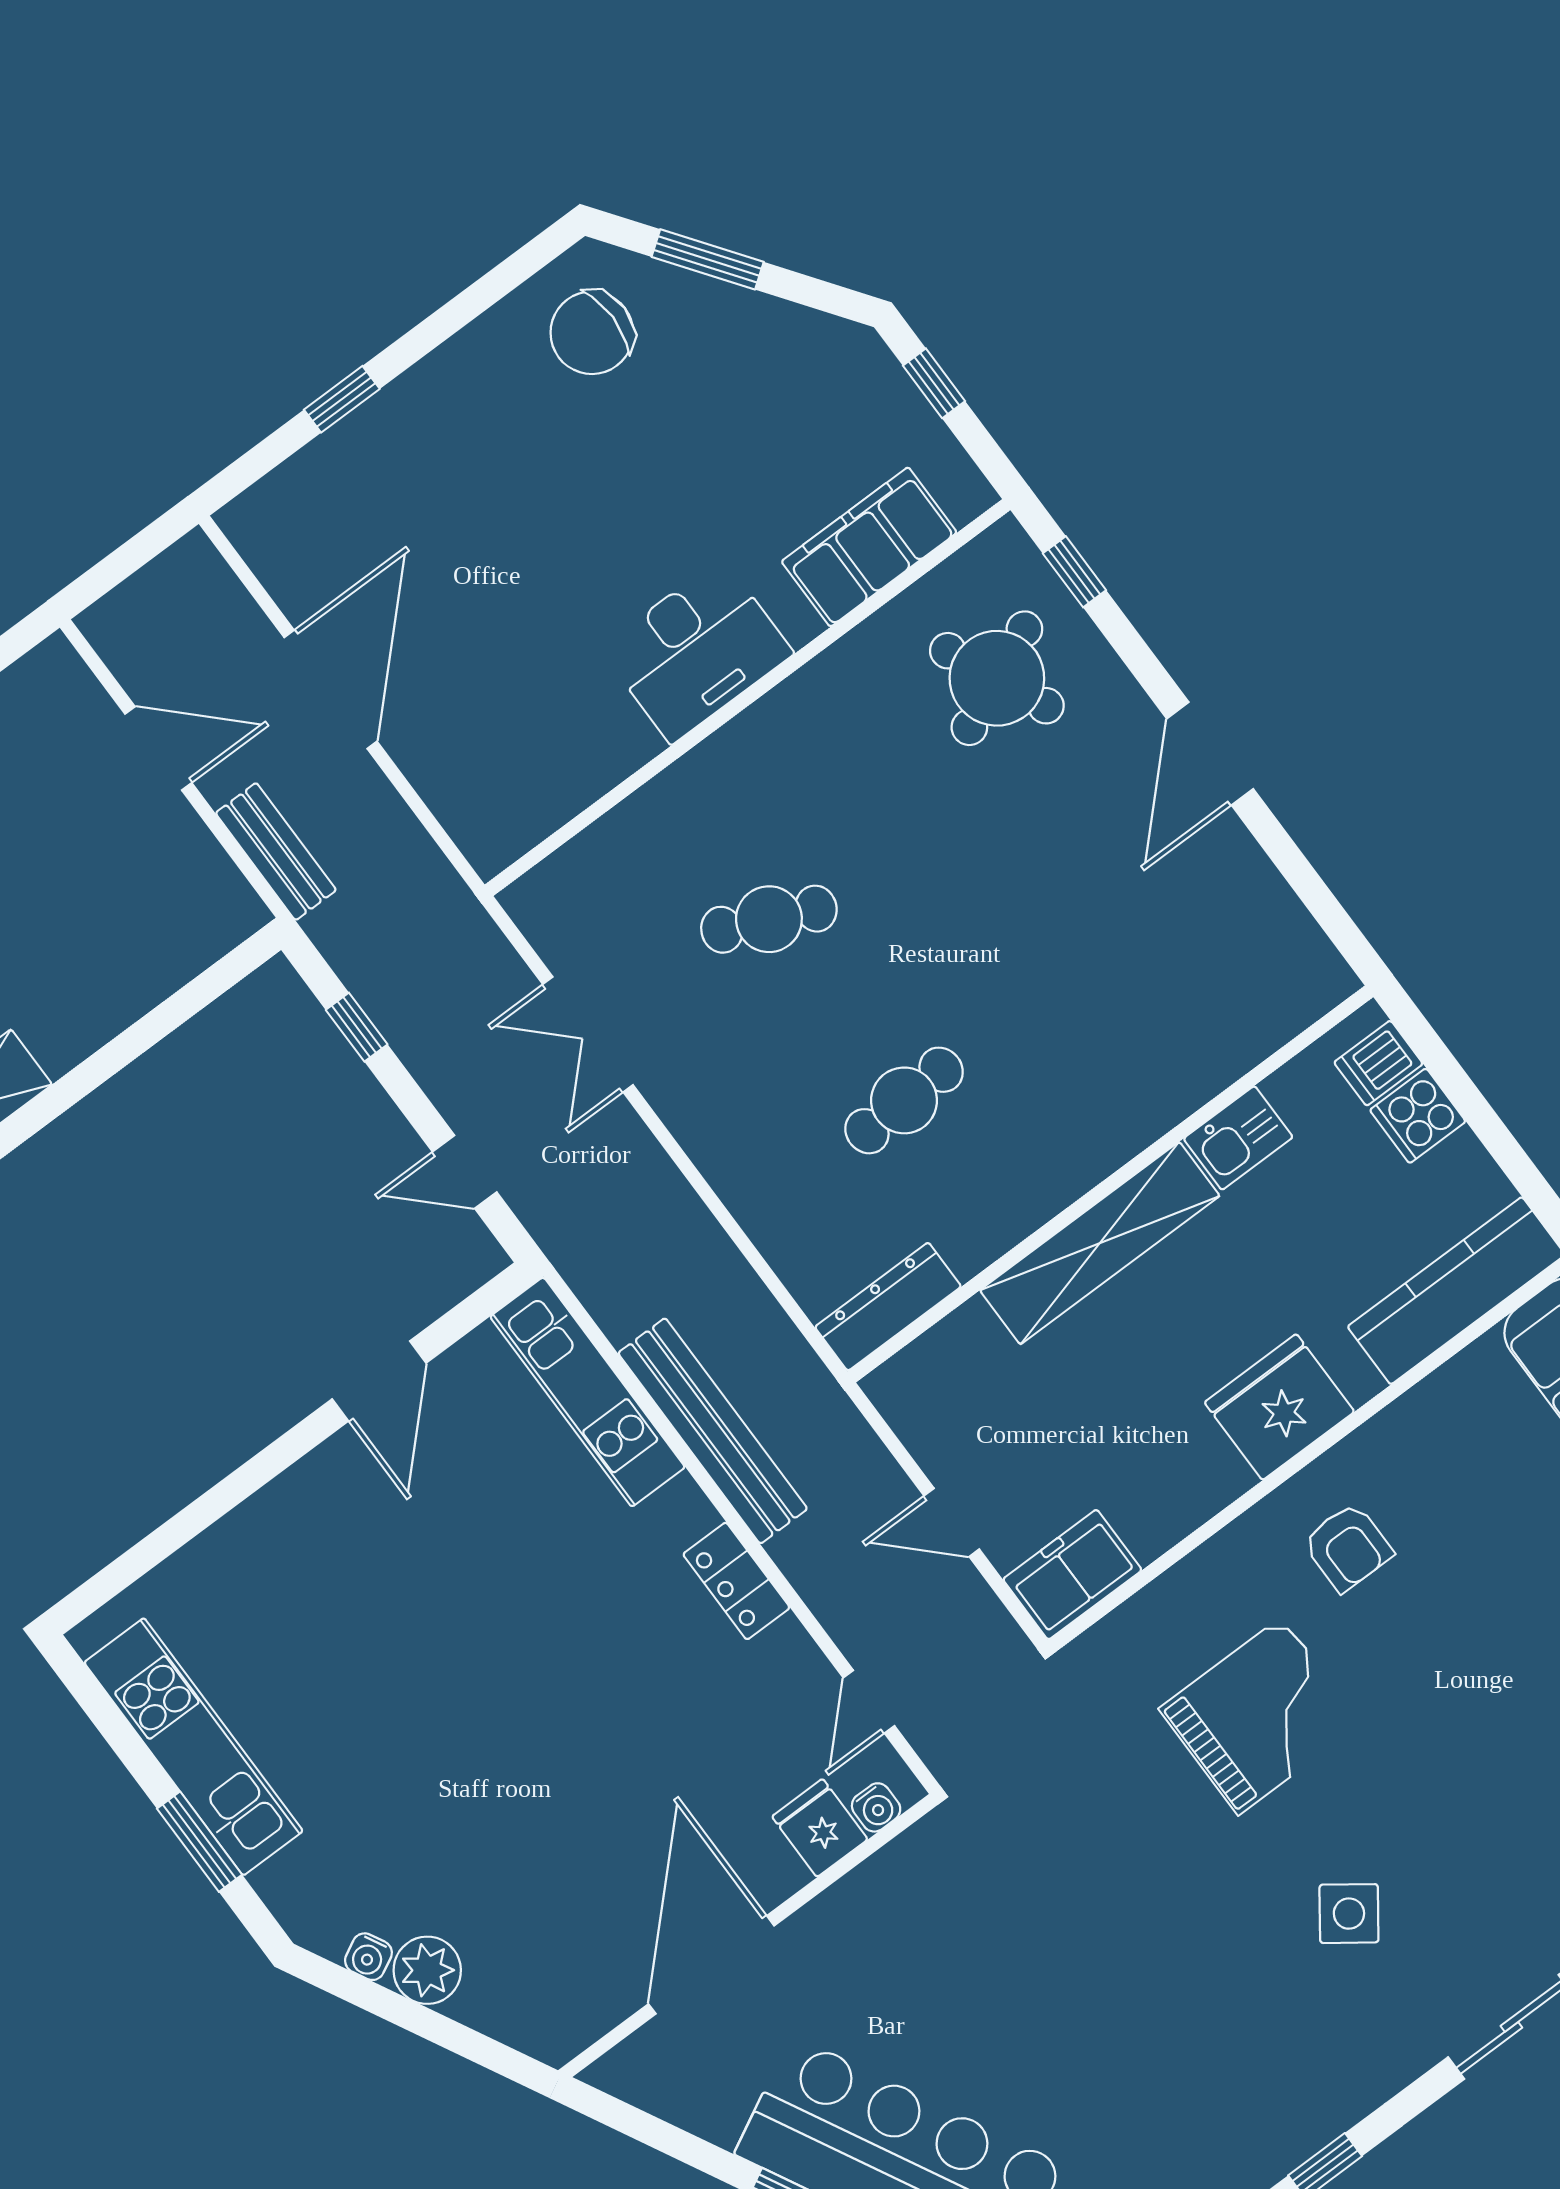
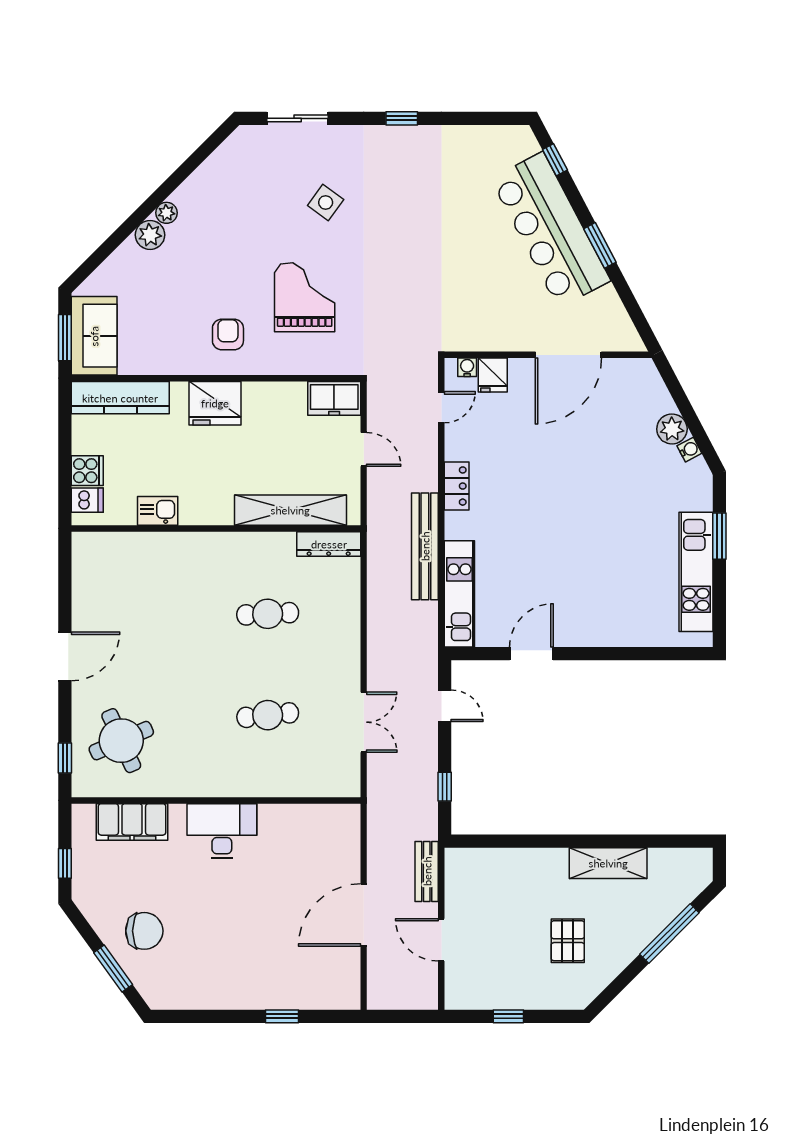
chair: (592, 333) -> (144, 931), moved
cafe table: (769, 919) -> (268, 715), turned -30
shelving: (1100, 1243) -> (290, 510), moved
grand piano: (1260, 1716) -> (305, 297), turned 90

